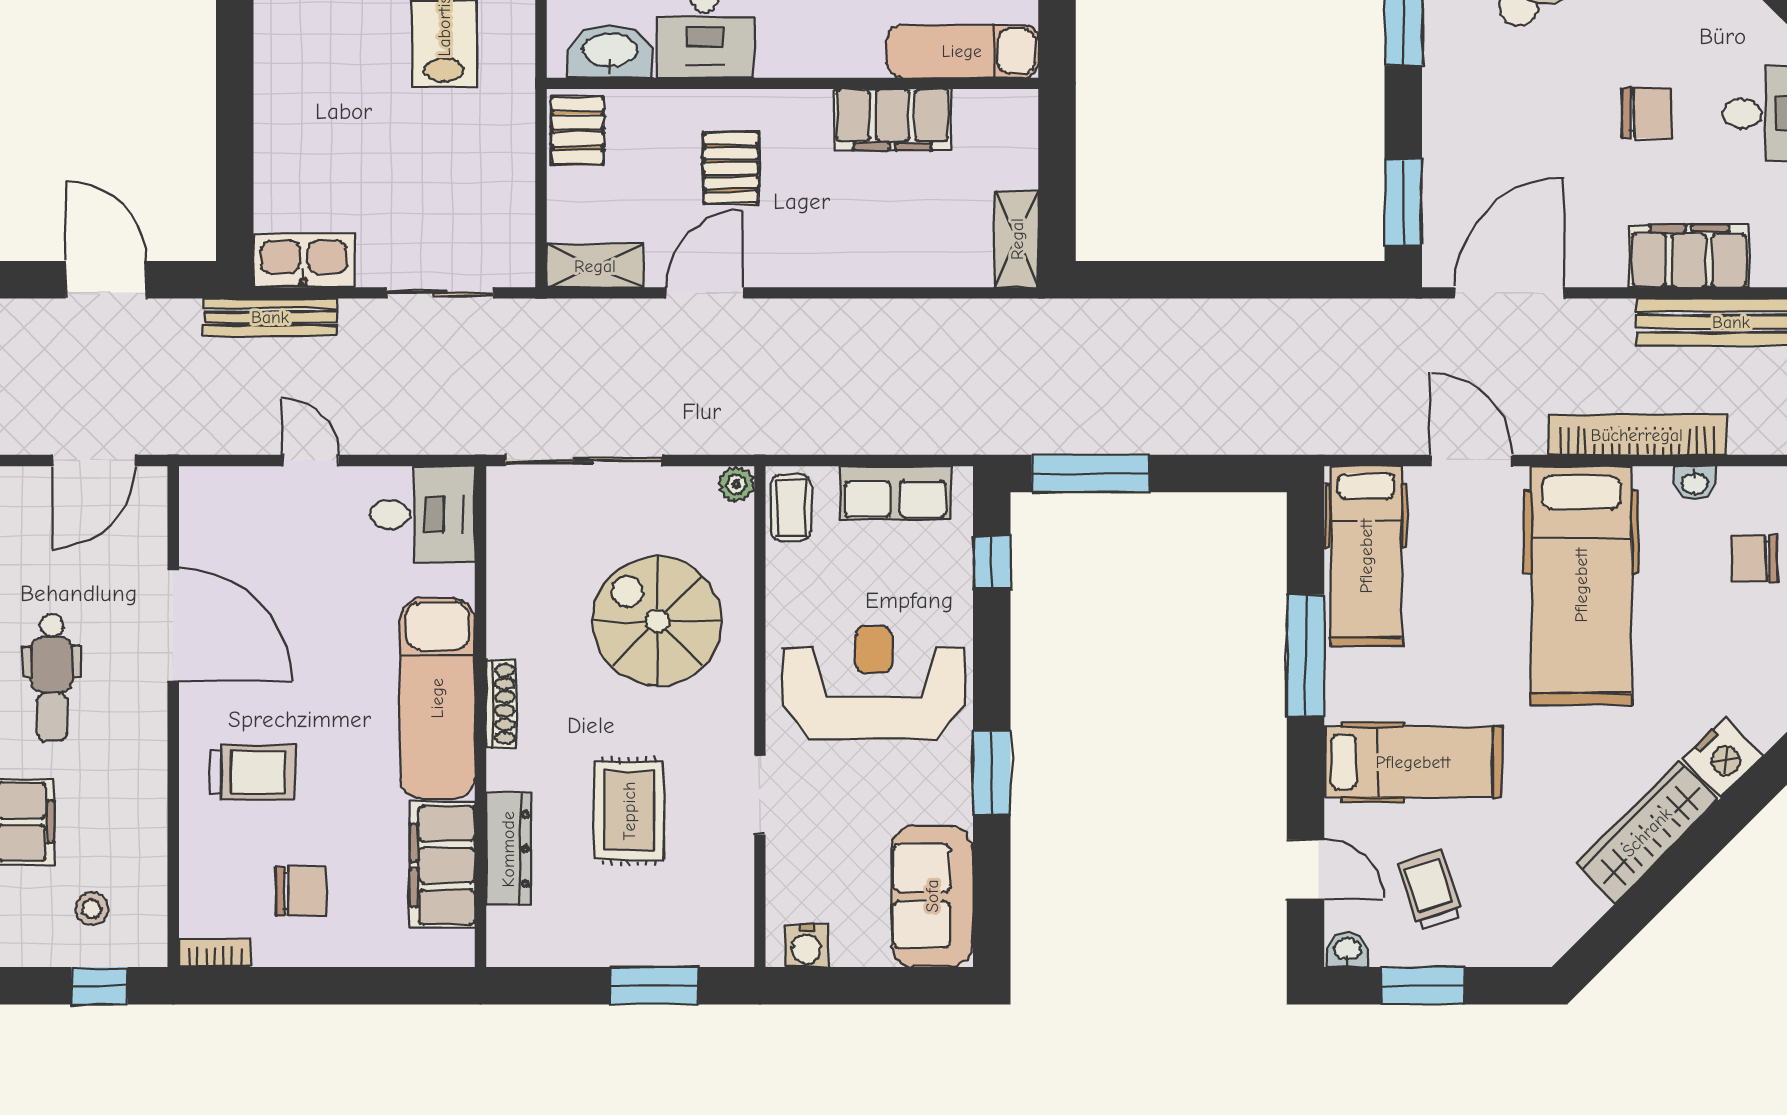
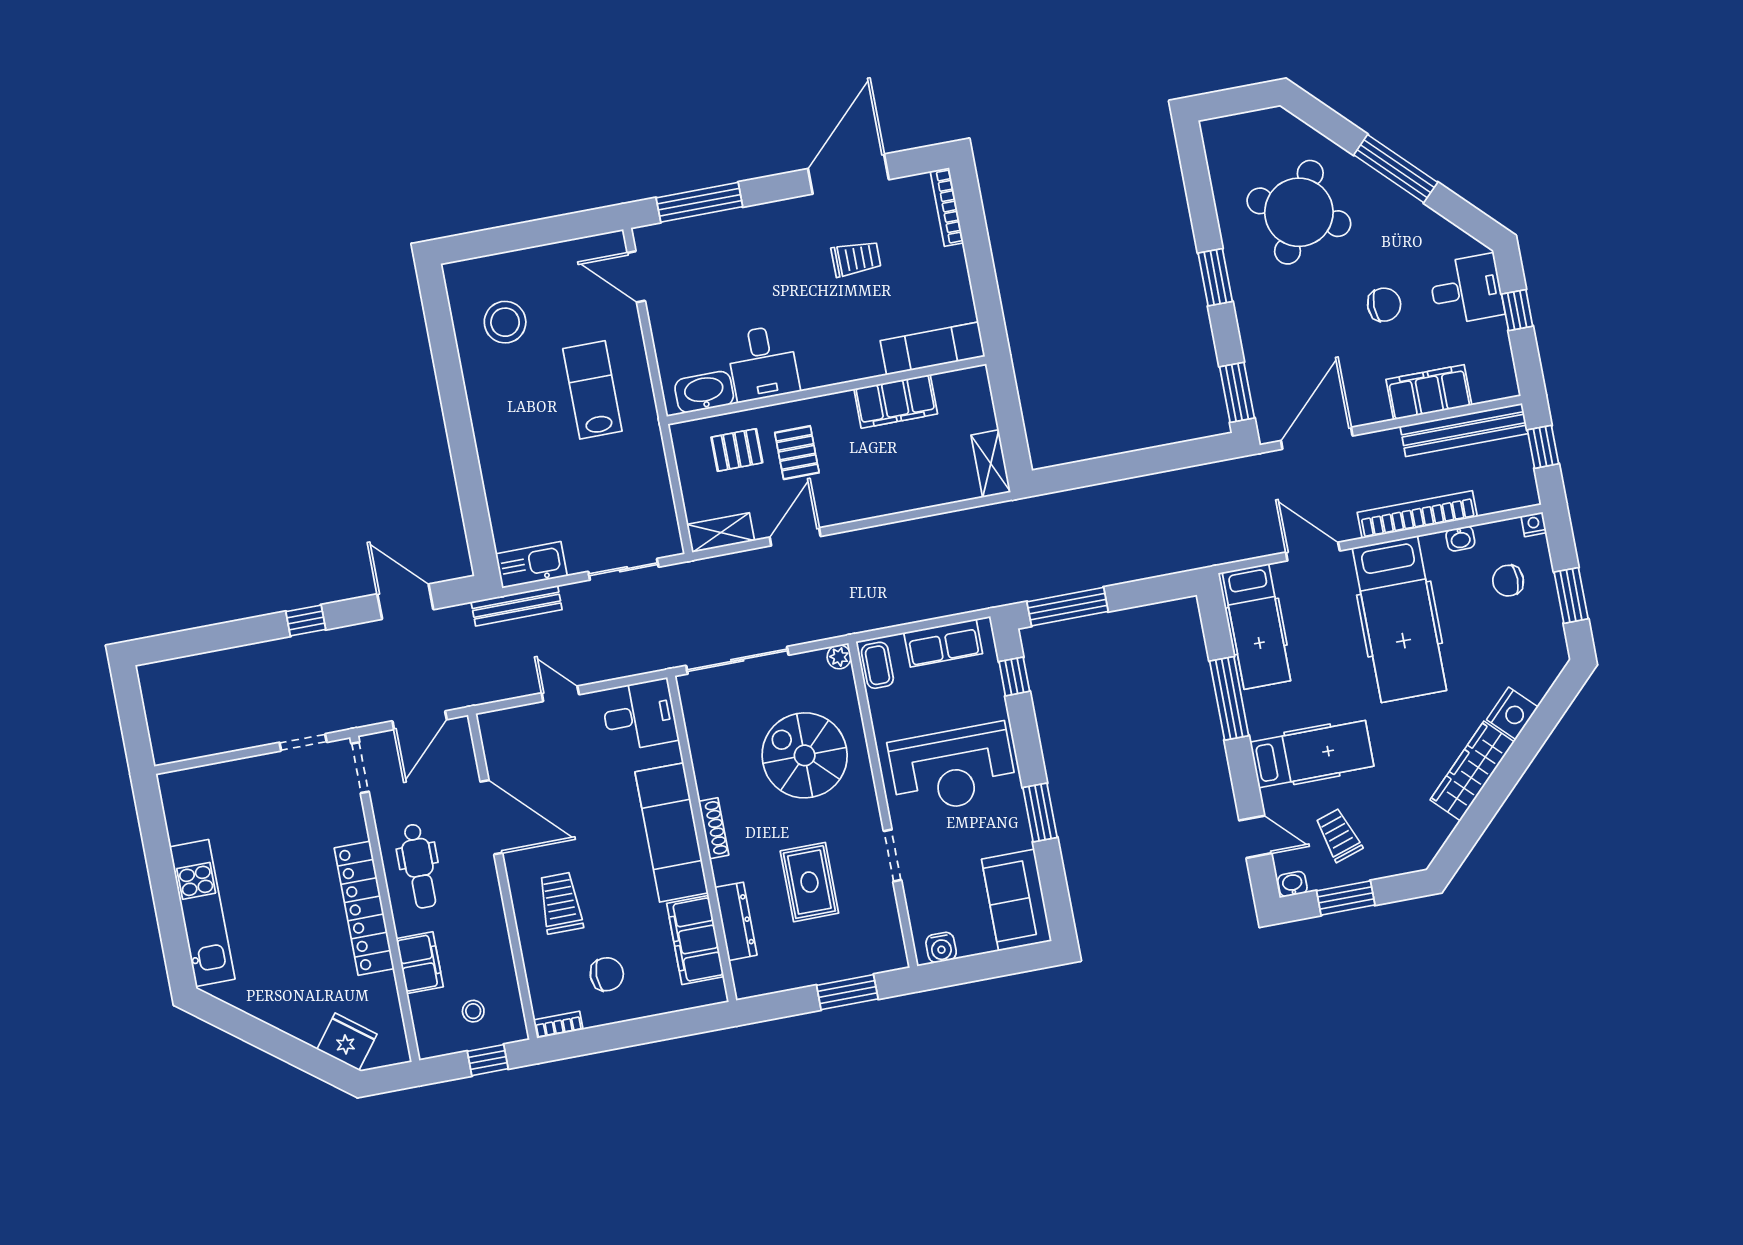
pallet: (578, 130) -> (737, 450), moved, turned 90
reception desk: (874, 683) -> (952, 769), turned 180
trolley: (252, 772) -> (561, 903), turned -90

